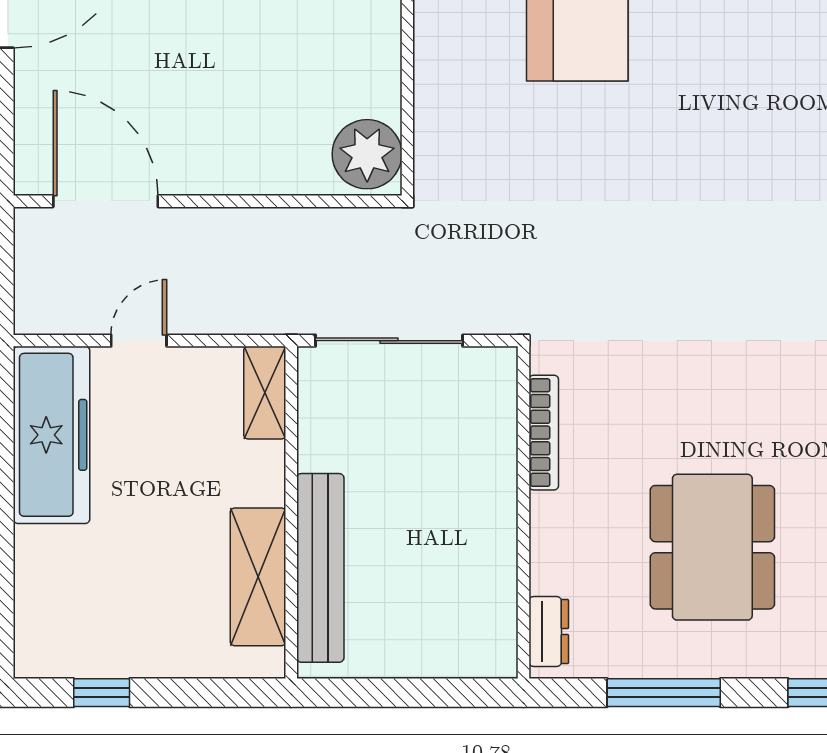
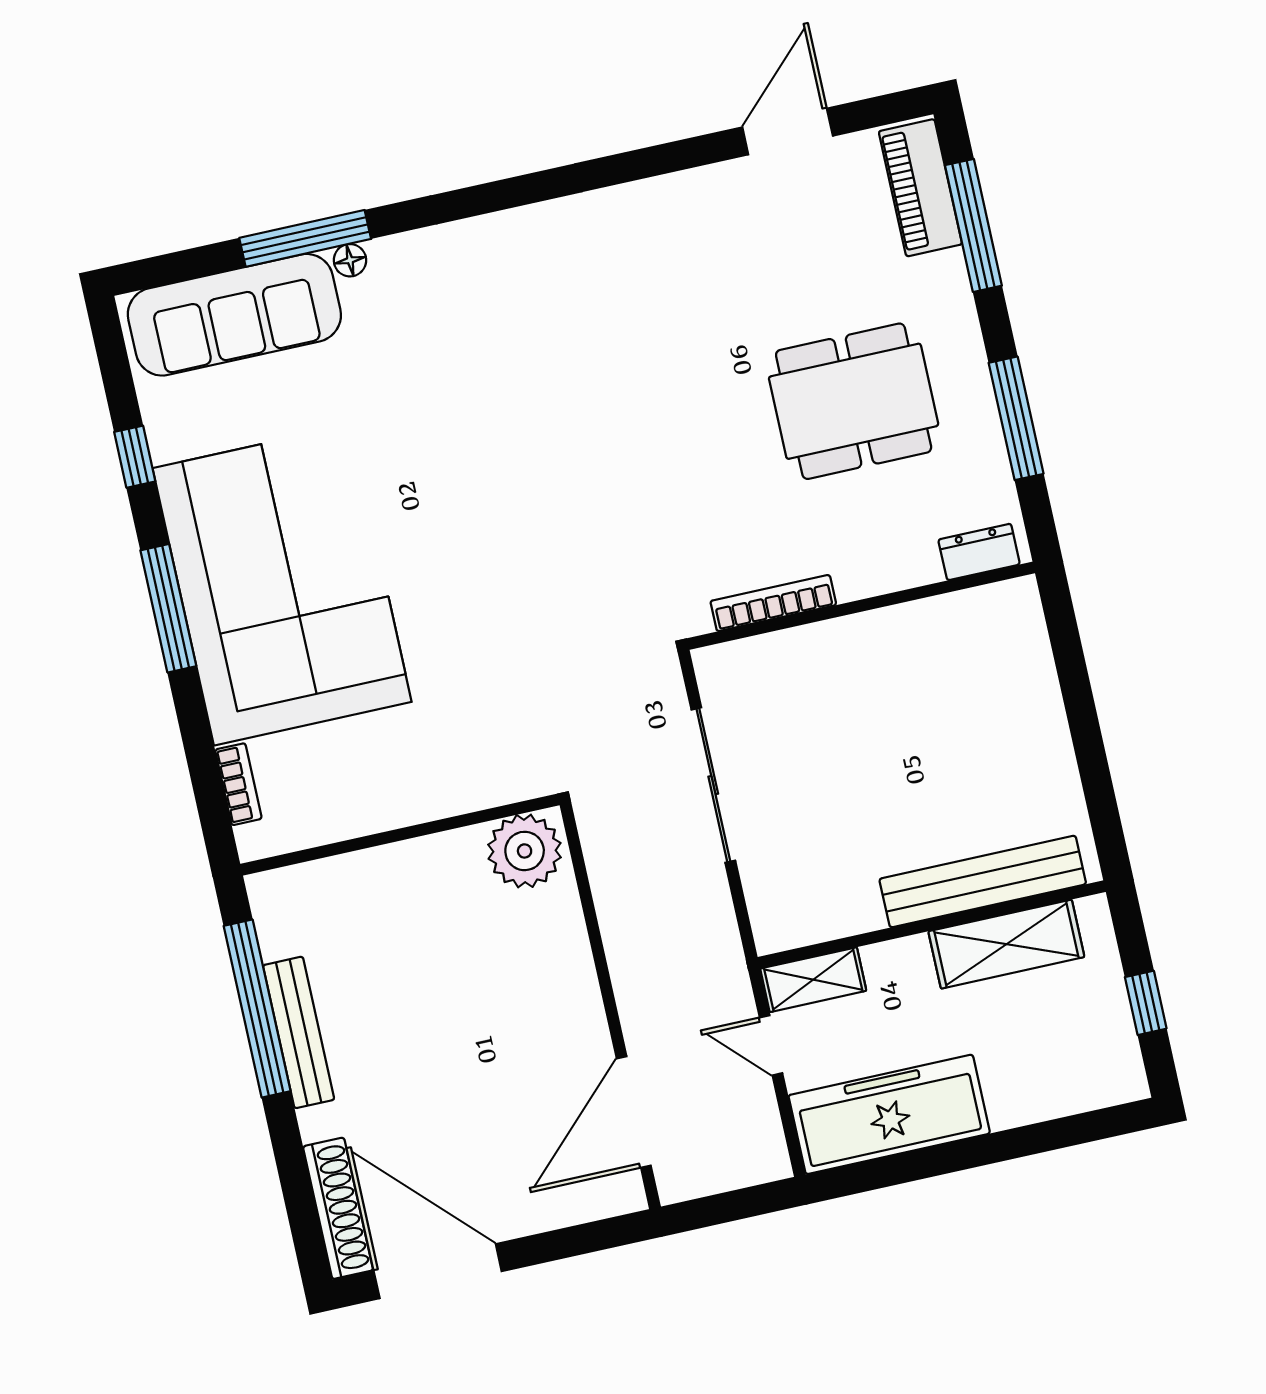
shelving: (265, 393) -> (813, 980), moved
wall: (291, 512) -> (932, 925), moved
bench: (320, 568) -> (983, 881), moved
shelving: (258, 577) -> (1006, 944), moved

